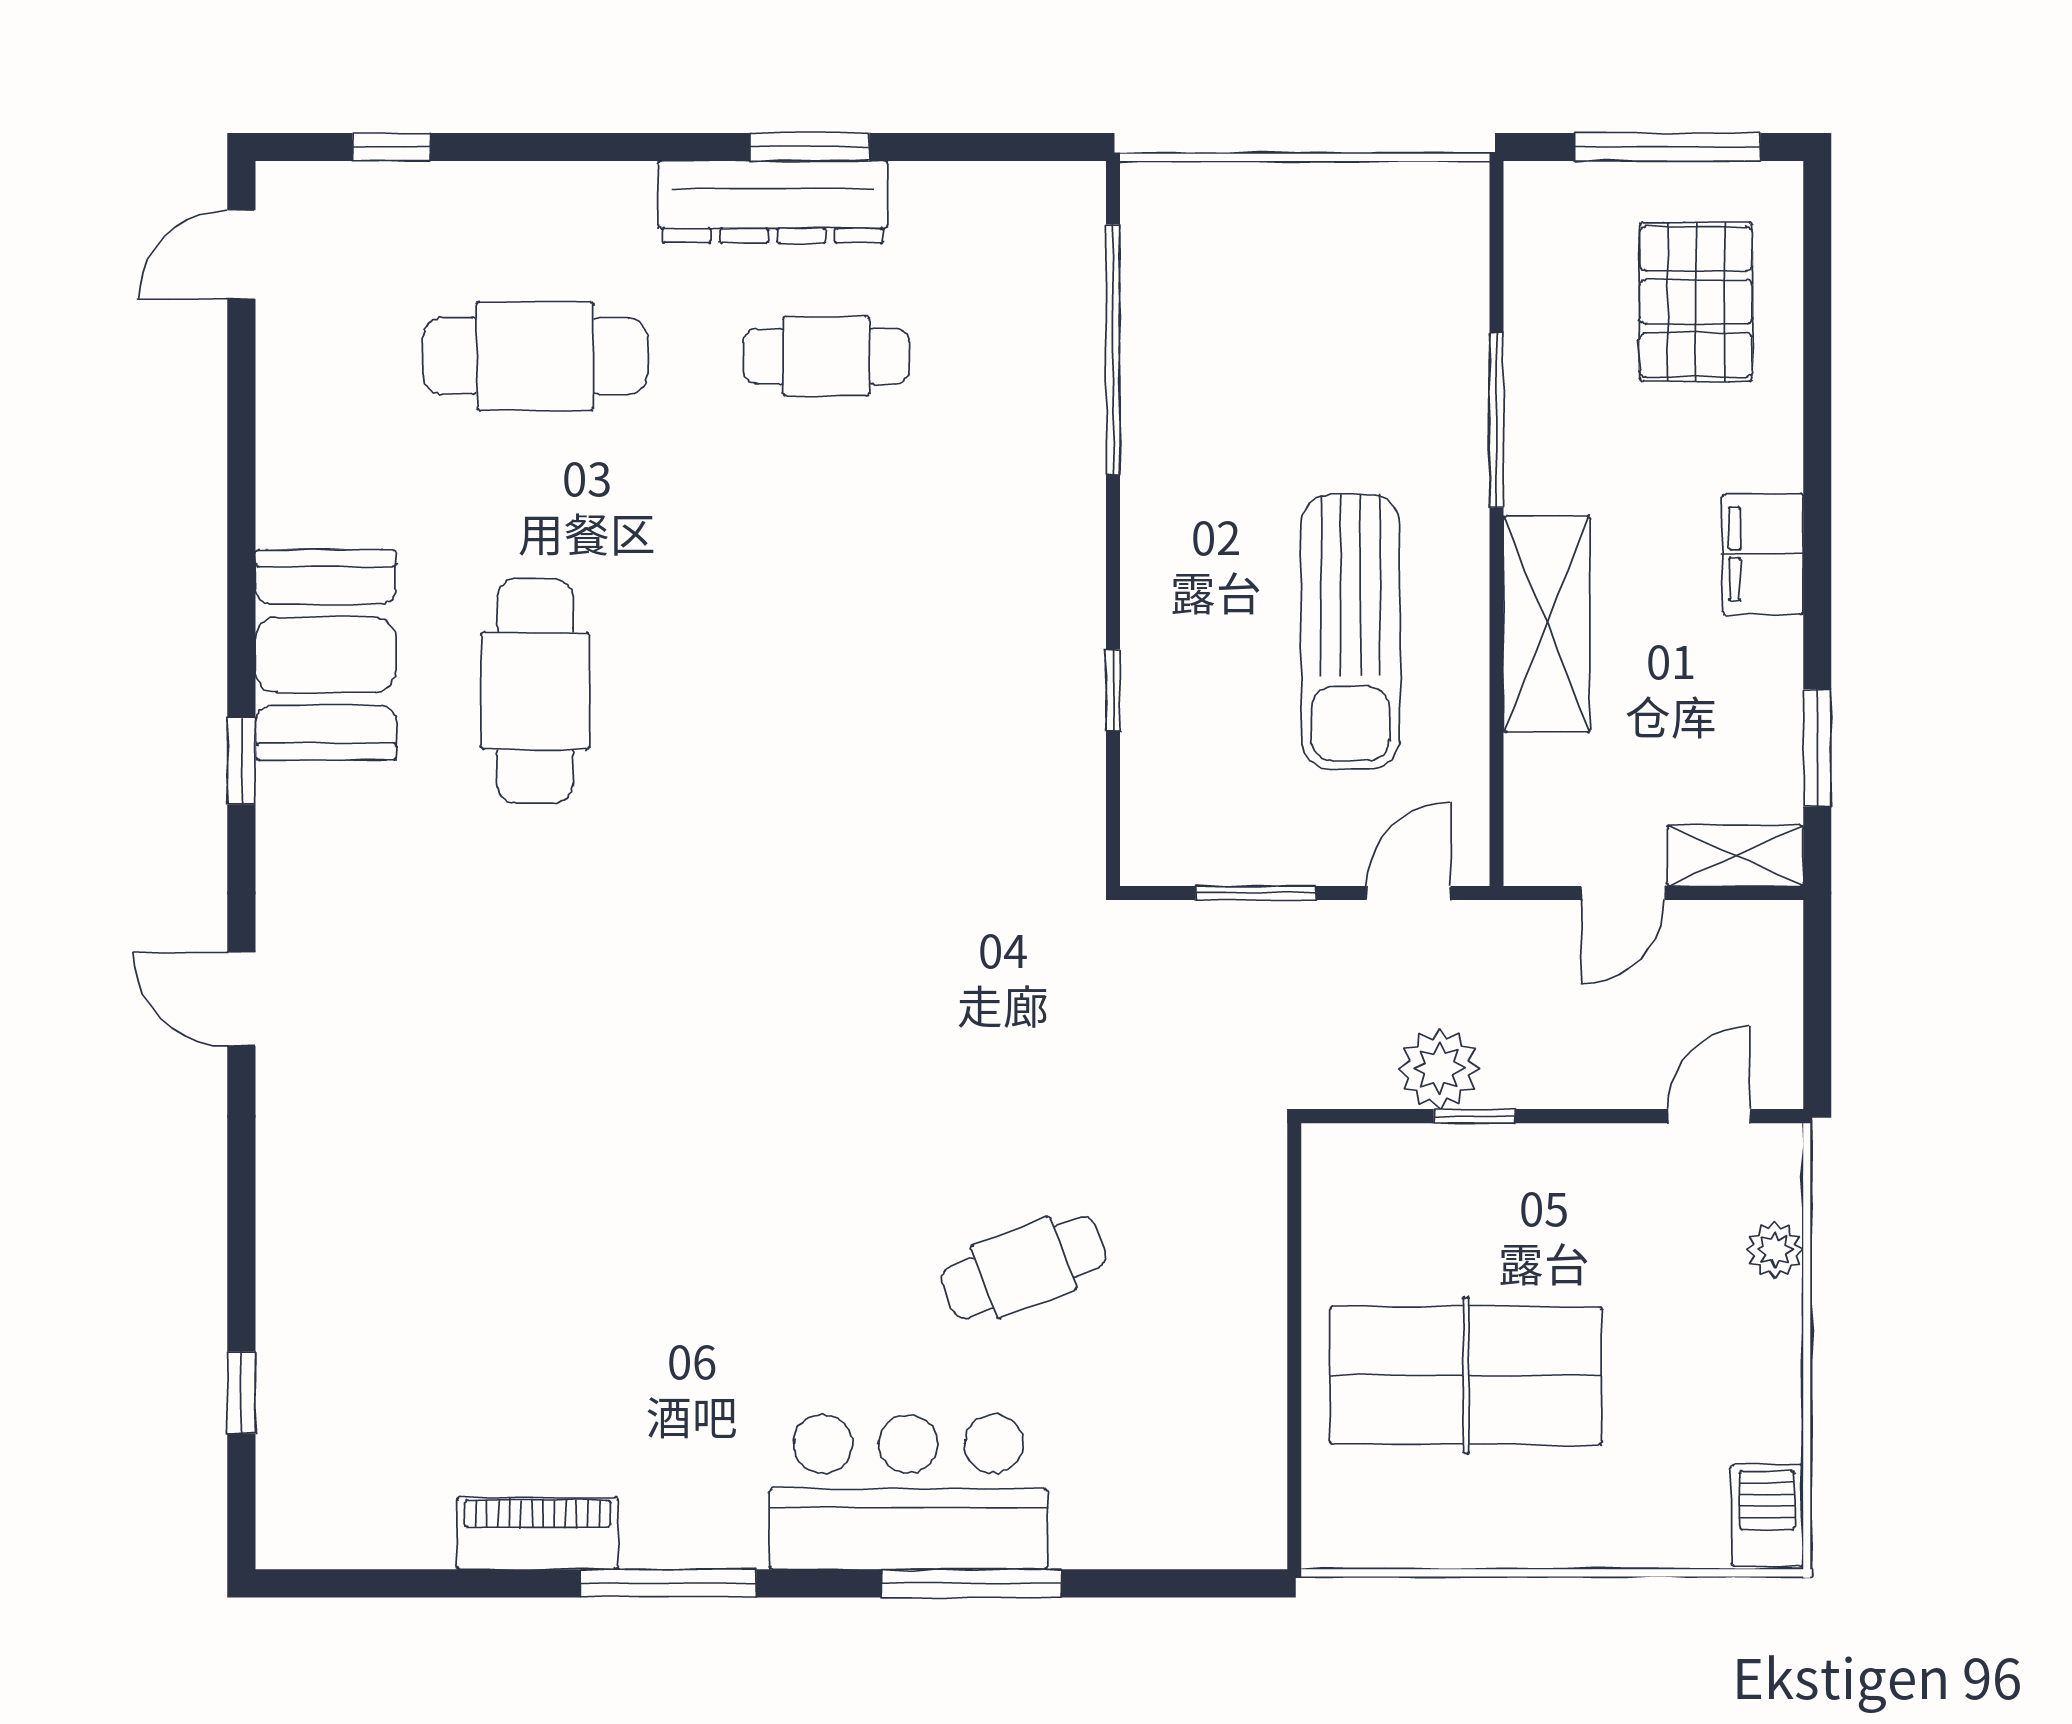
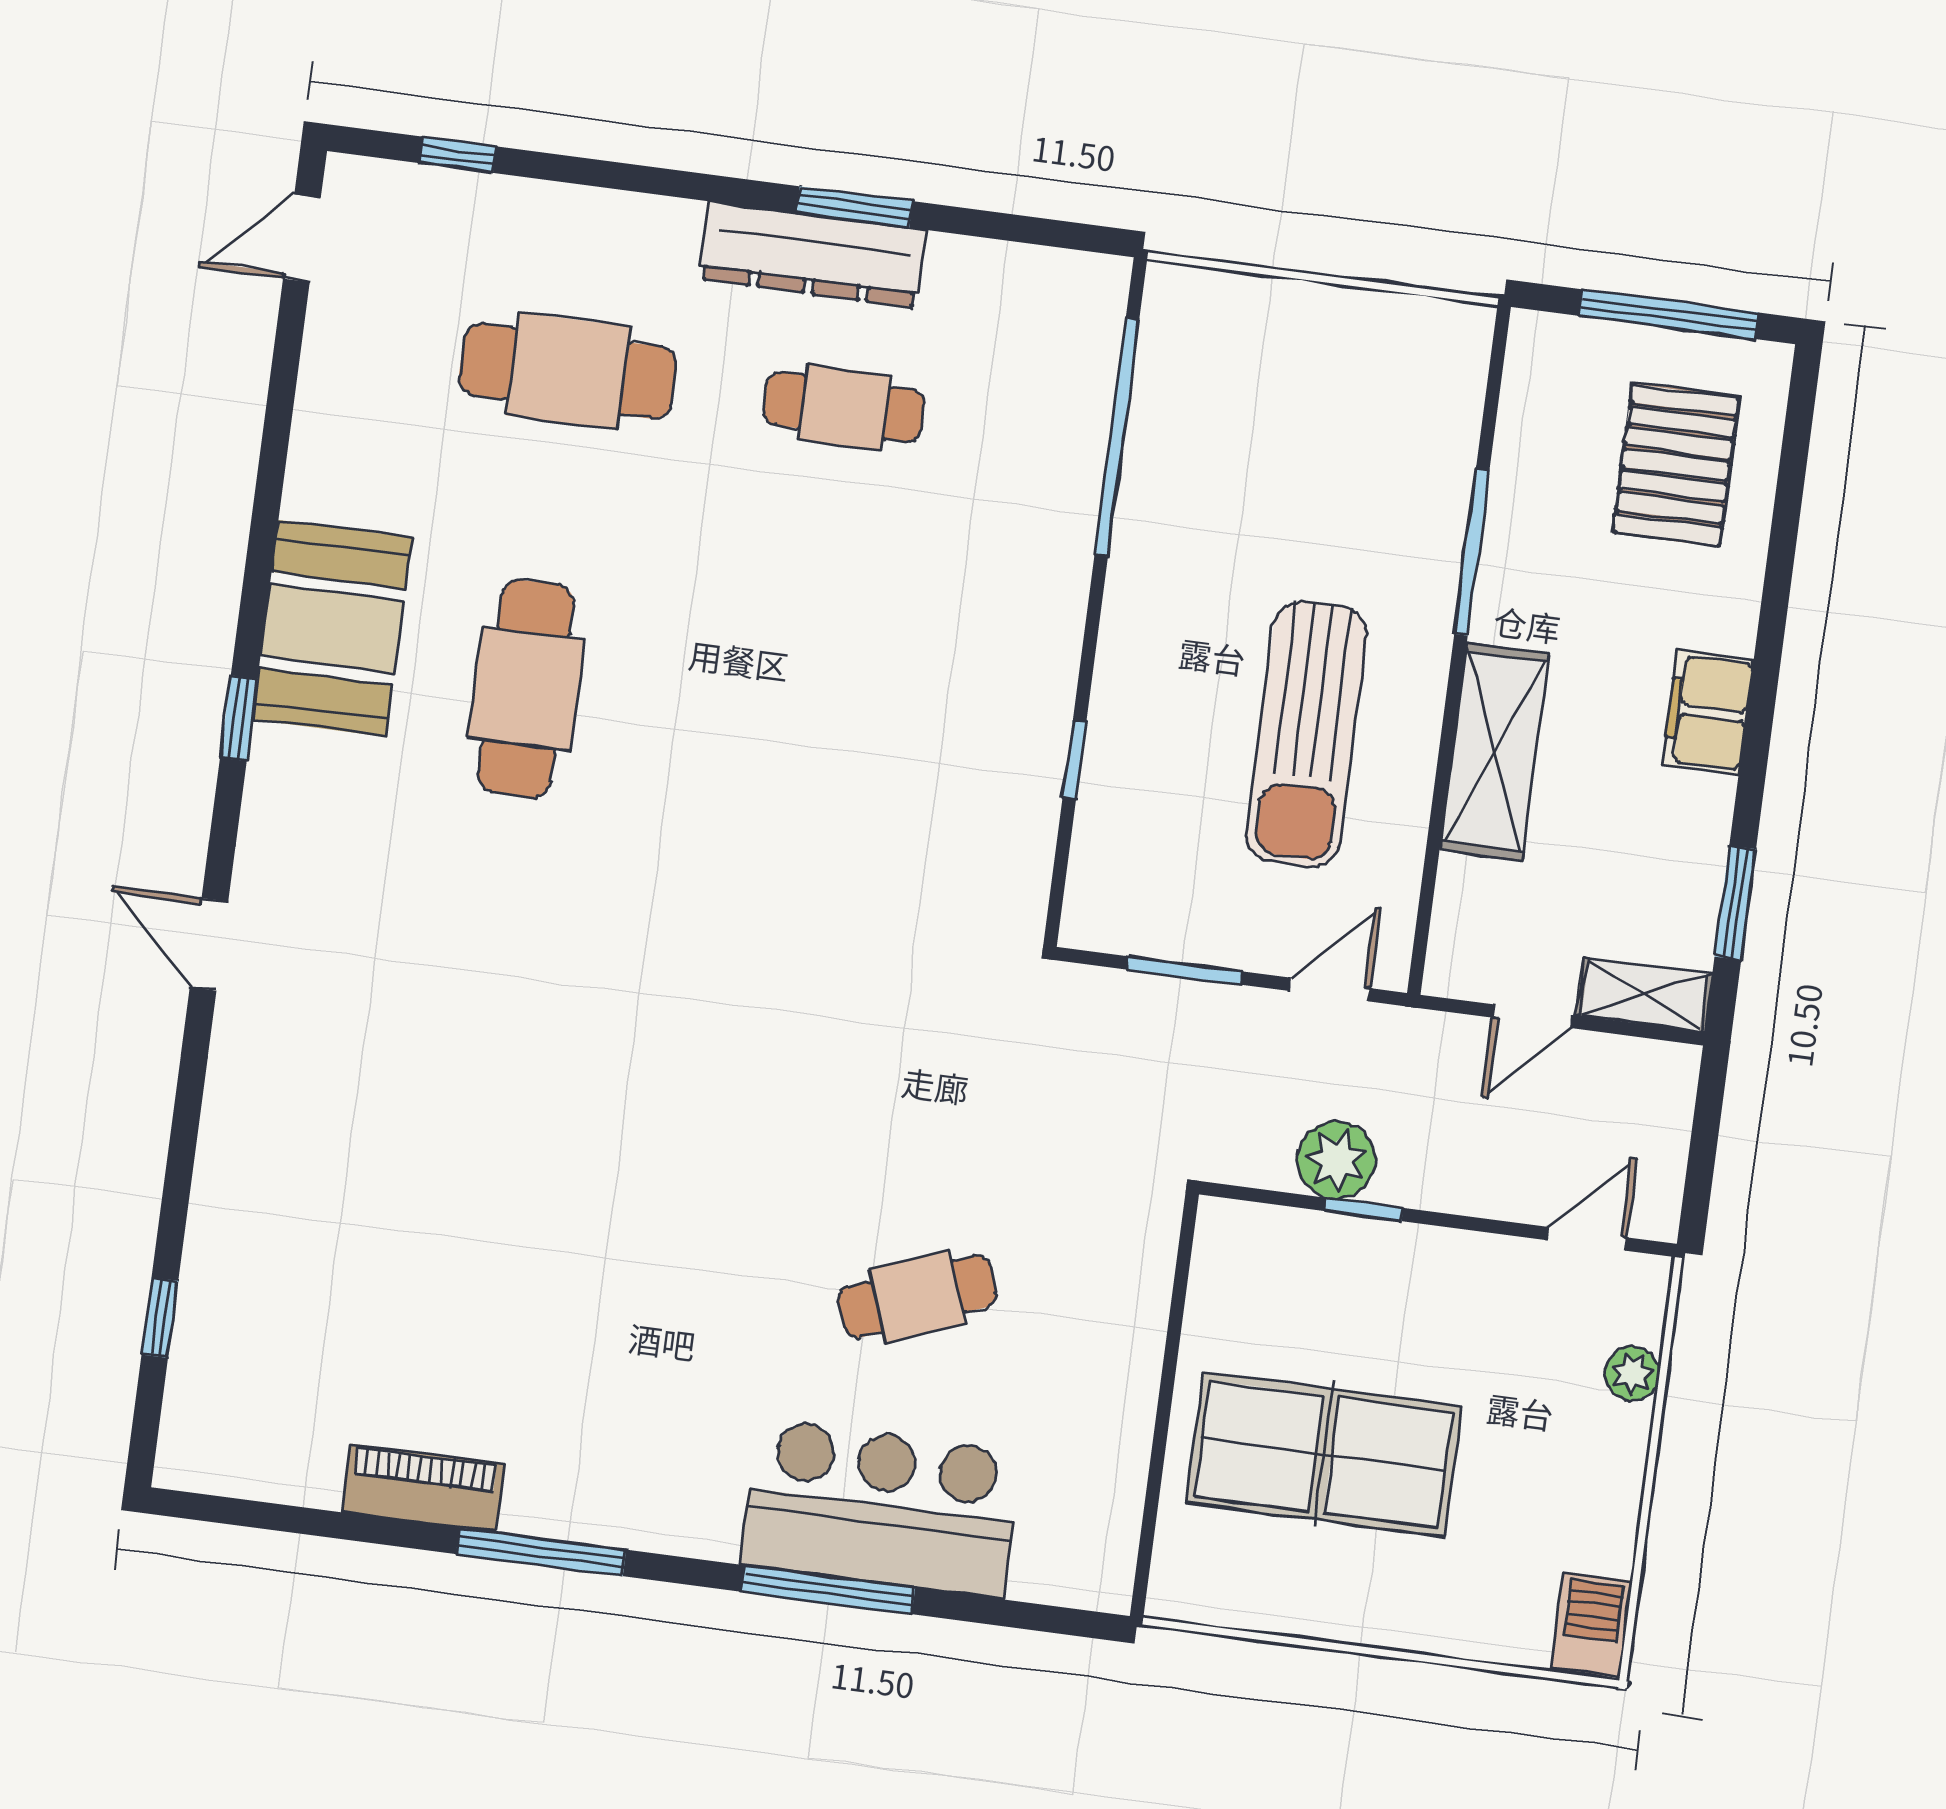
bar counter: (908, 1492) -> (881, 1508), moved

